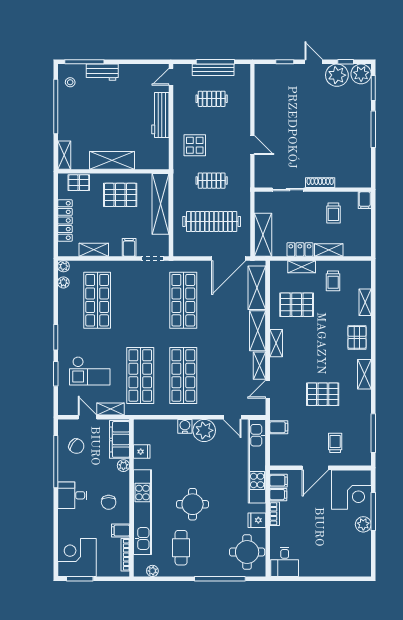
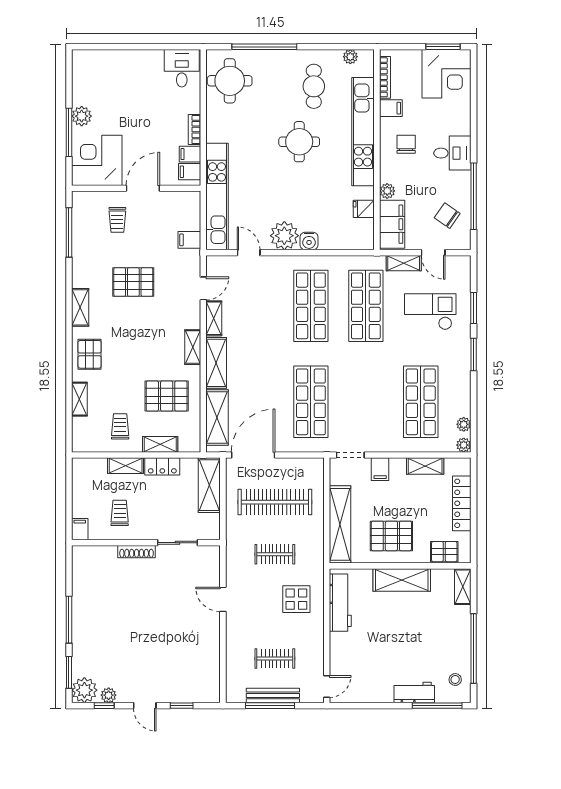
plant: (337, 75) -> (109, 695), width x0.53, depth x0.53
workbench: (160, 115) -> (340, 603), moved
fridge: (257, 520) -> (217, 121), removed

